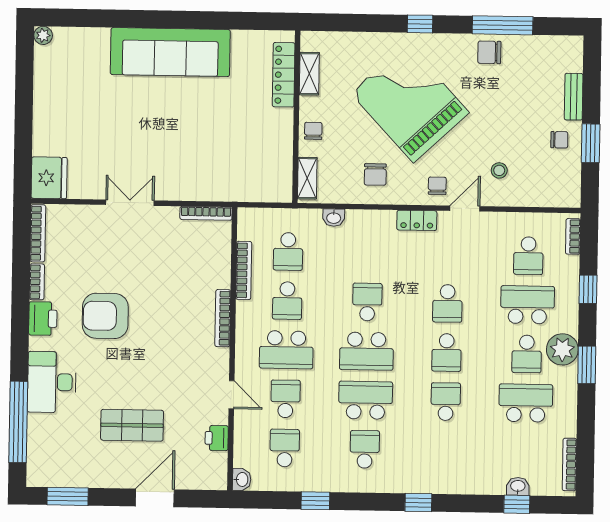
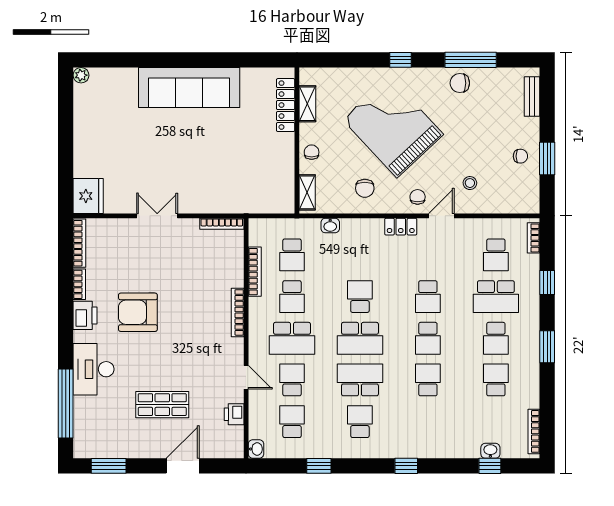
bench: (574, 97) -> (532, 97), moved
school desk: (528, 305) -> (496, 297), turned 180
plant: (562, 349) -> (526, 334), removed
school desk: (526, 403) -> (496, 380), width x0.54

